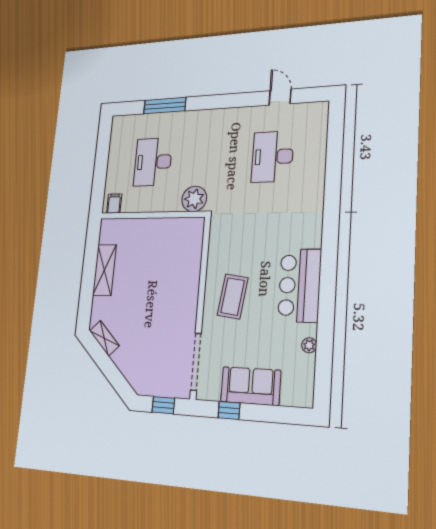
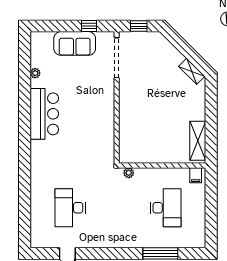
desk: (272, 157) -> (70, 208), turned 180
plant: (194, 199) -> (129, 173), width x0.53, depth x0.53
shelving: (104, 270) -> (198, 141), moved
coffee table: (233, 296) -> (93, 105), removed

